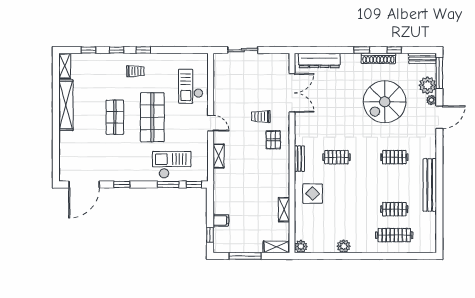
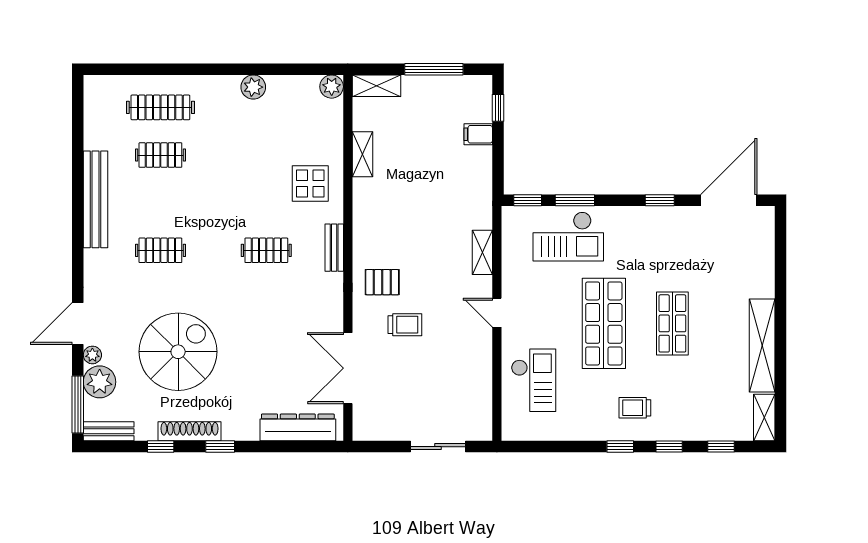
pallet: (273, 140) -> (382, 282), turned 90

